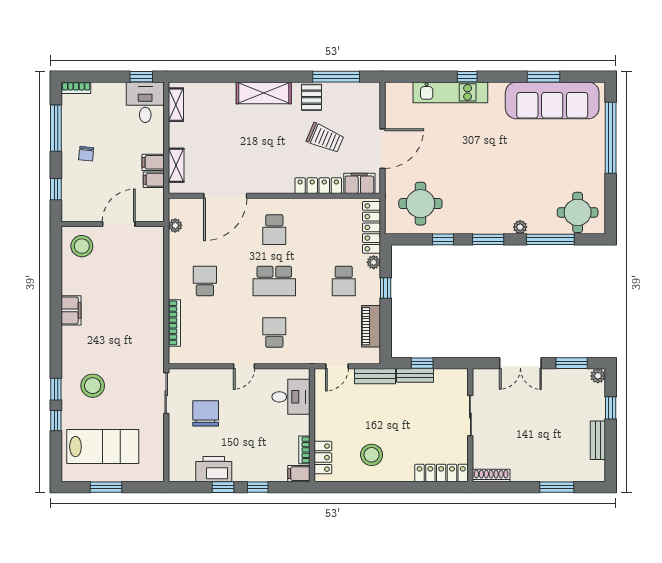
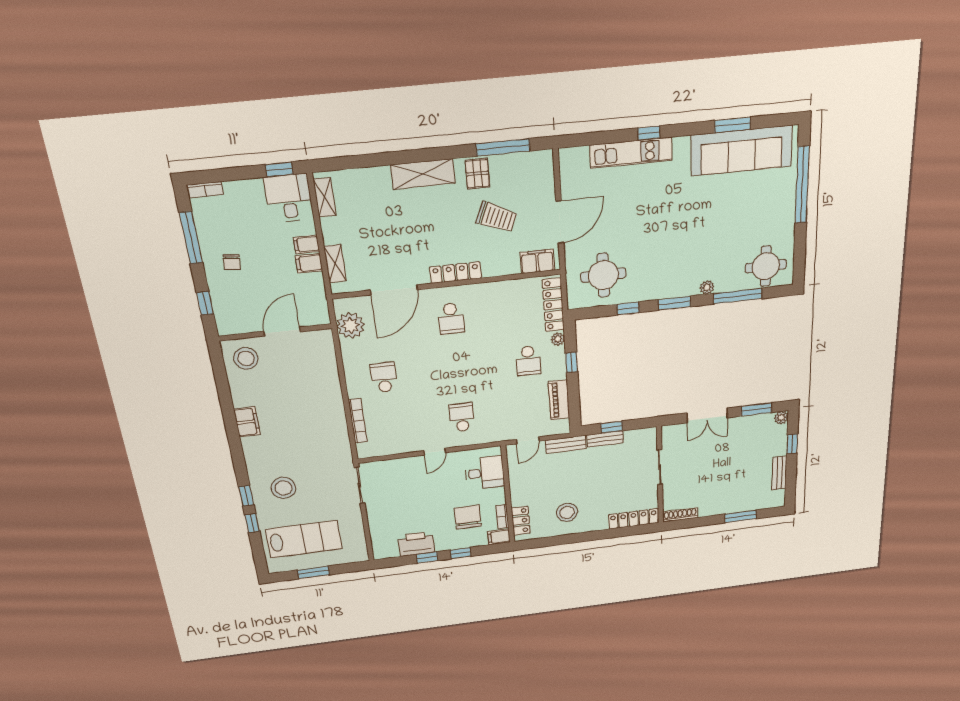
filing cabinet: (154, 180) -> (306, 244), moved
locker: (318, 186) -> (456, 273), moved
plant: (175, 225) -> (351, 326), width x1.87, depth x1.87
school desk: (274, 281) -> (456, 369), removed
chair: (206, 413) -> (468, 517), moved

